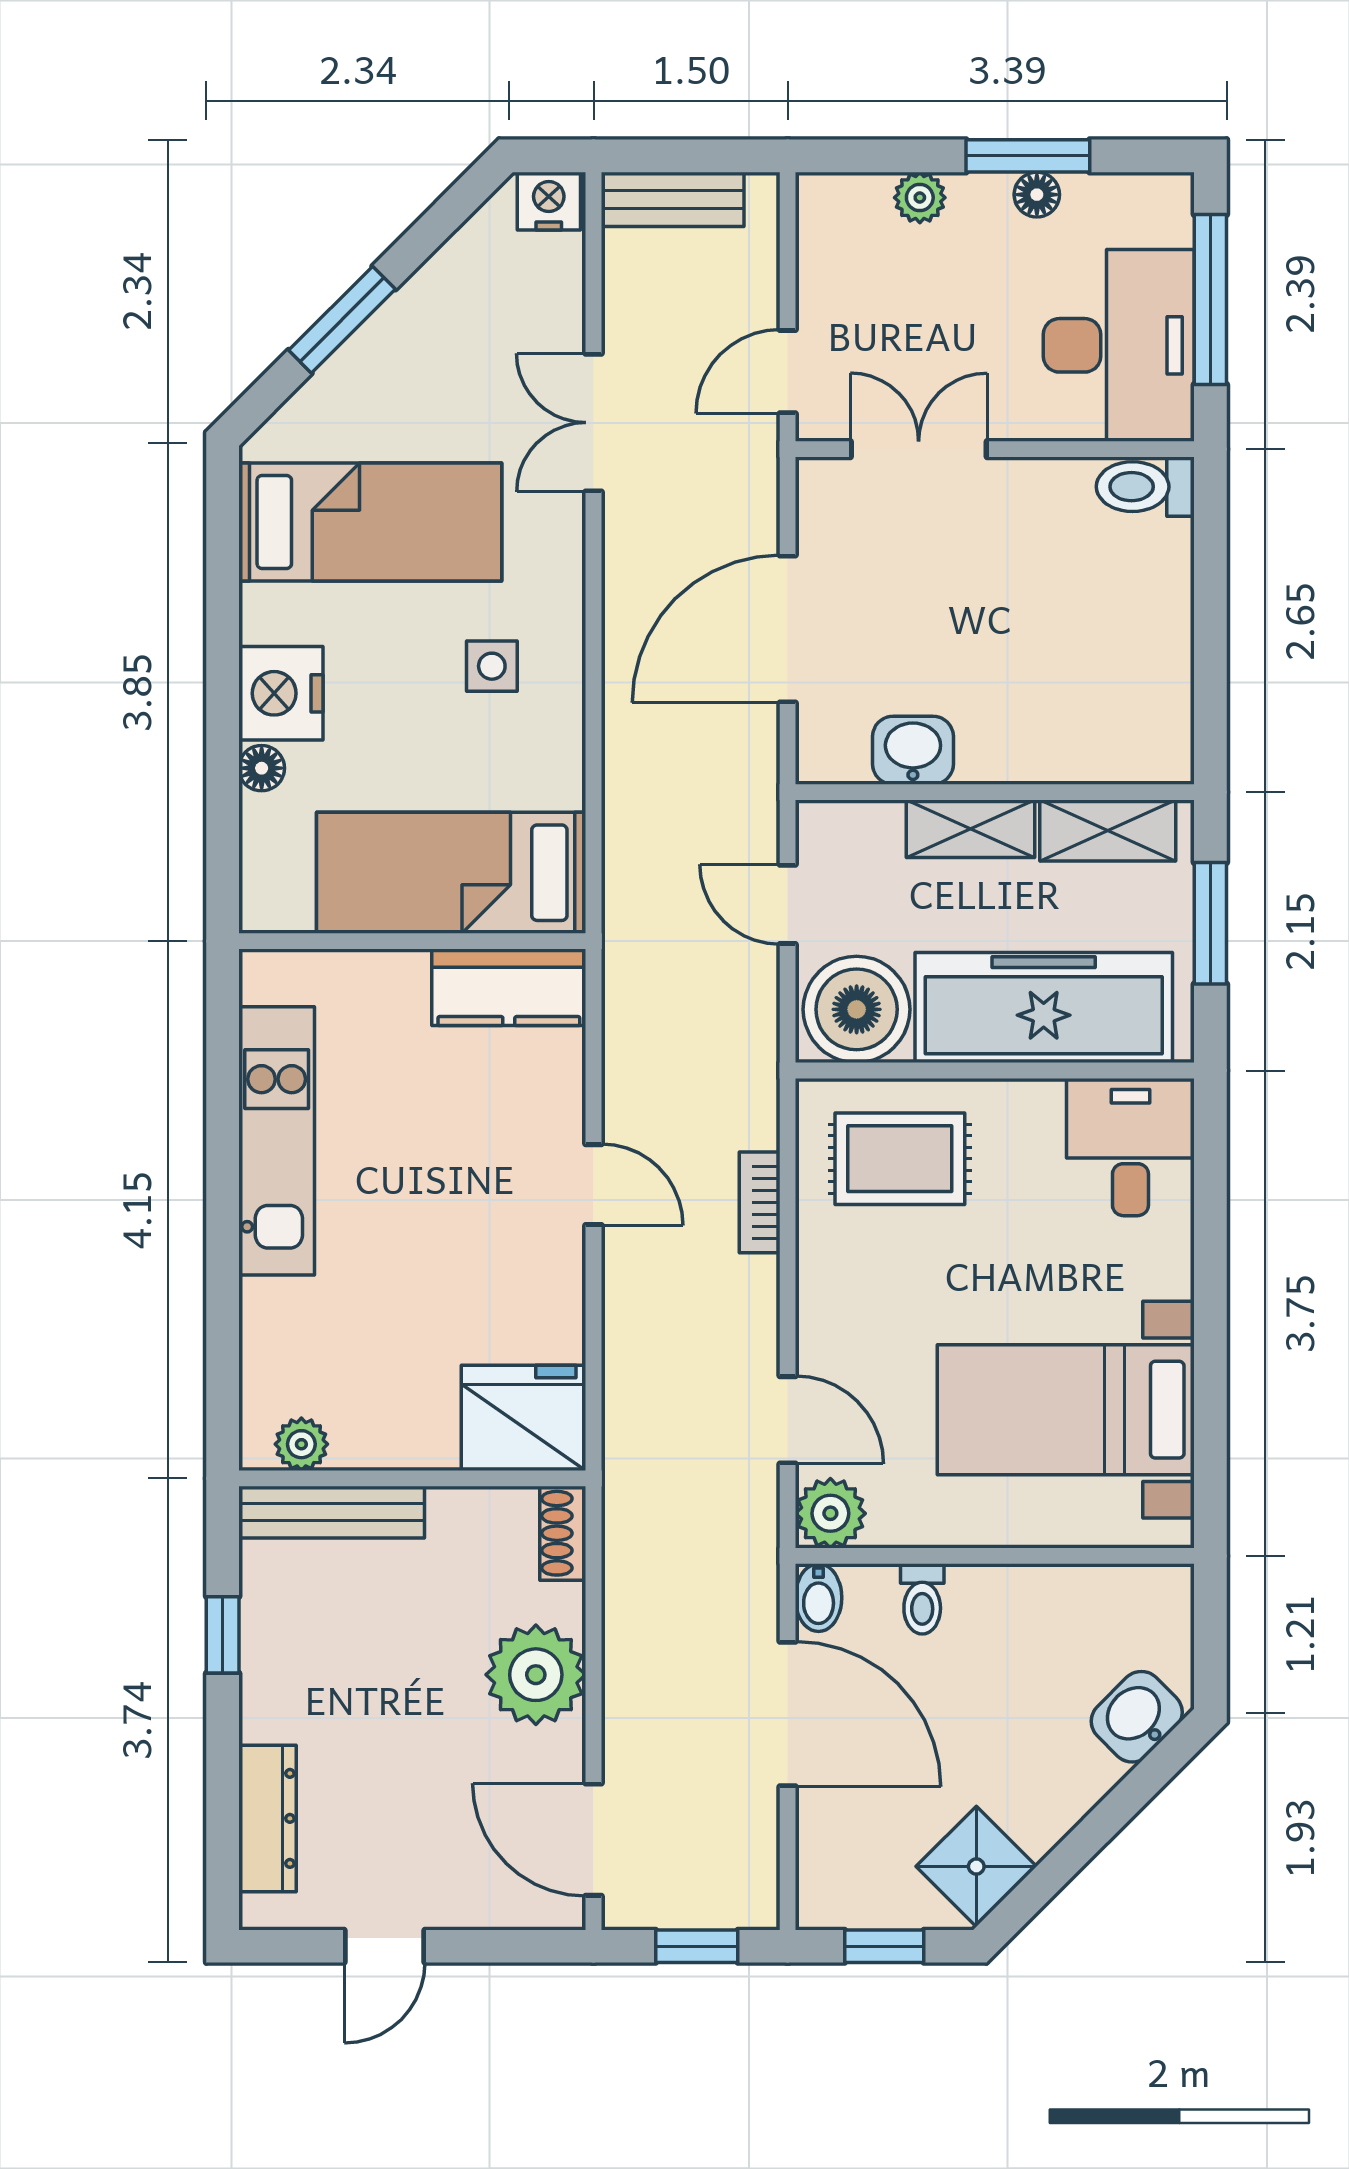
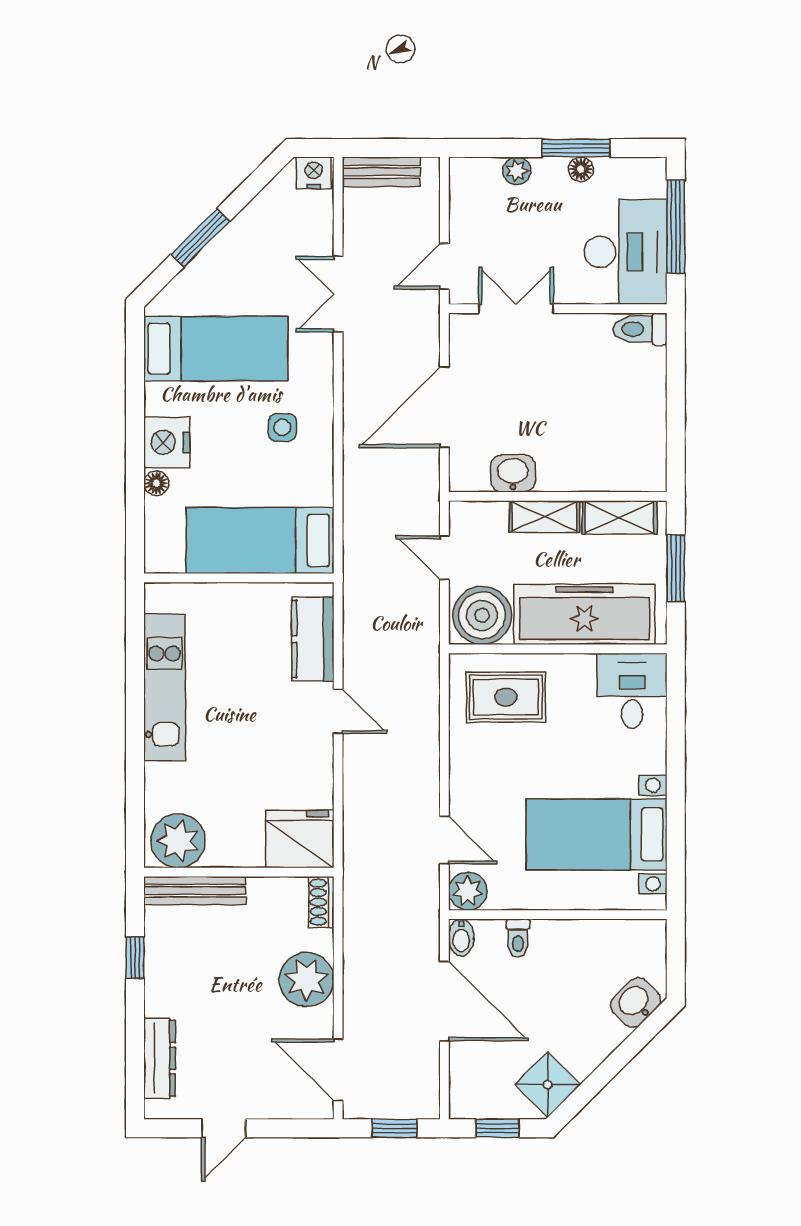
kitchen counter: (509, 987) -> (313, 639), moved, turned 90
bookcase: (760, 1202) -> (429, 721), removed
plant: (301, 1444) -> (178, 841), width x1.88, depth x1.88

